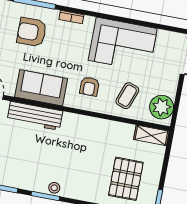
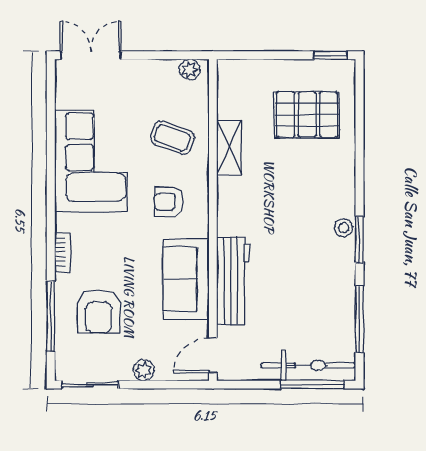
armchair: (89, 86) -> (169, 202), turned 180
plant: (162, 107) -> (189, 70), width x0.53, depth x0.53
shelving: (151, 135) -> (229, 148), moved

